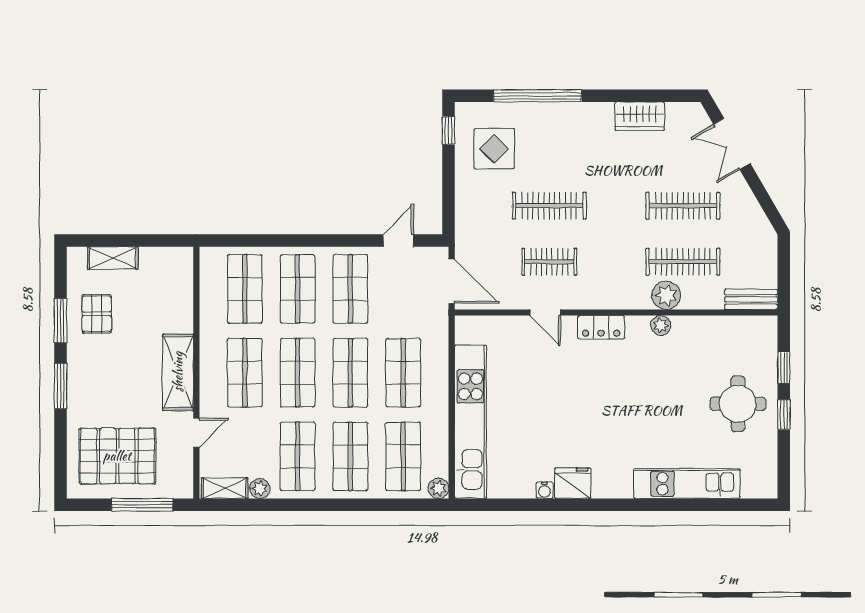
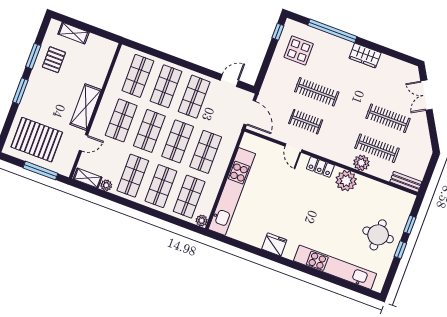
wardrobe: (640, 116) -> (365, 55), moved
plant: (661, 325) -> (346, 181), width x1.88, depth x1.88
kitchen unit: (687, 484) -> (335, 267), width x1.36
water cooler: (544, 490) -> (258, 243), removed

